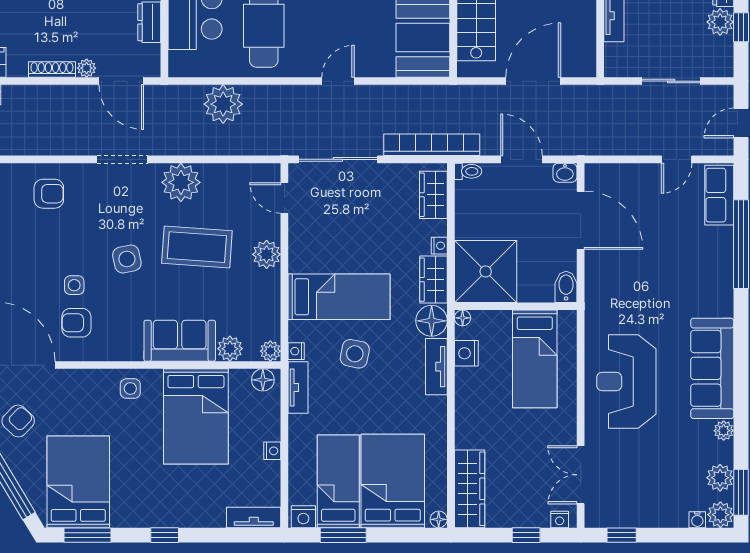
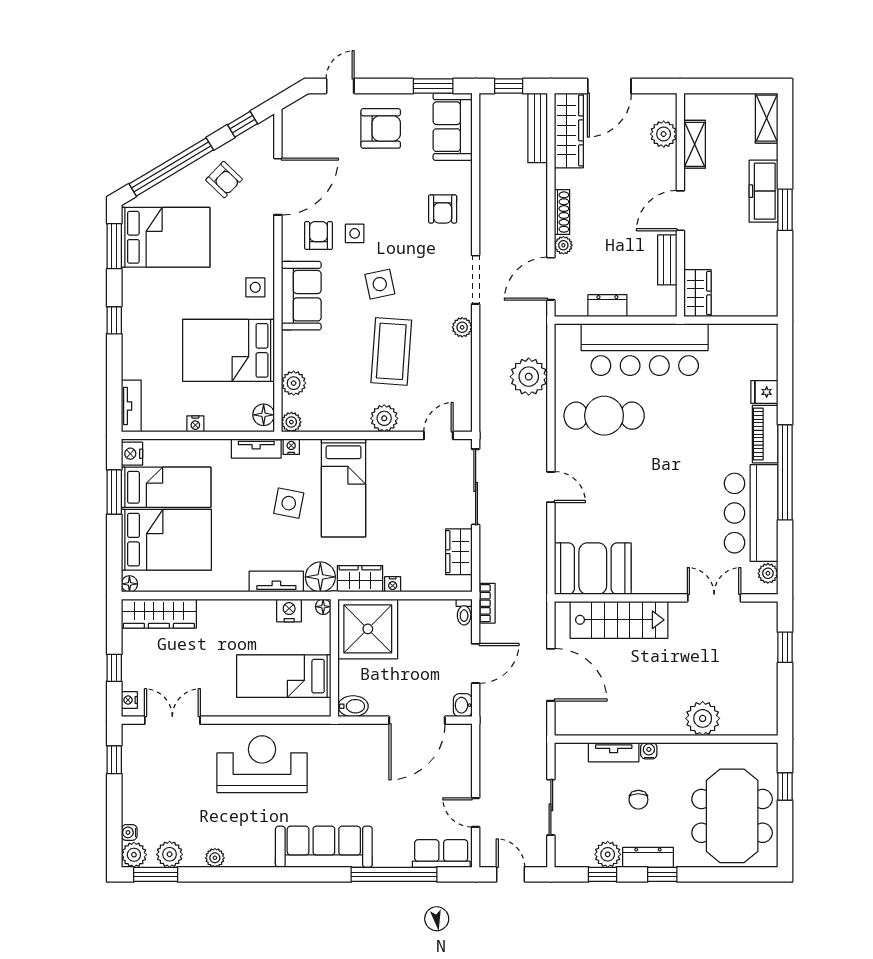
bookcase: (432, 145) -> (487, 603), width x0.43, depth x0.76
plant: (181, 182) -> (462, 327), width x0.53, depth x0.53
wardrobe: (433, 195) -> (459, 552), moved, turned -90
sofa: (180, 341) -> (301, 296), moved
sofa: (712, 368) -> (324, 847), moved

